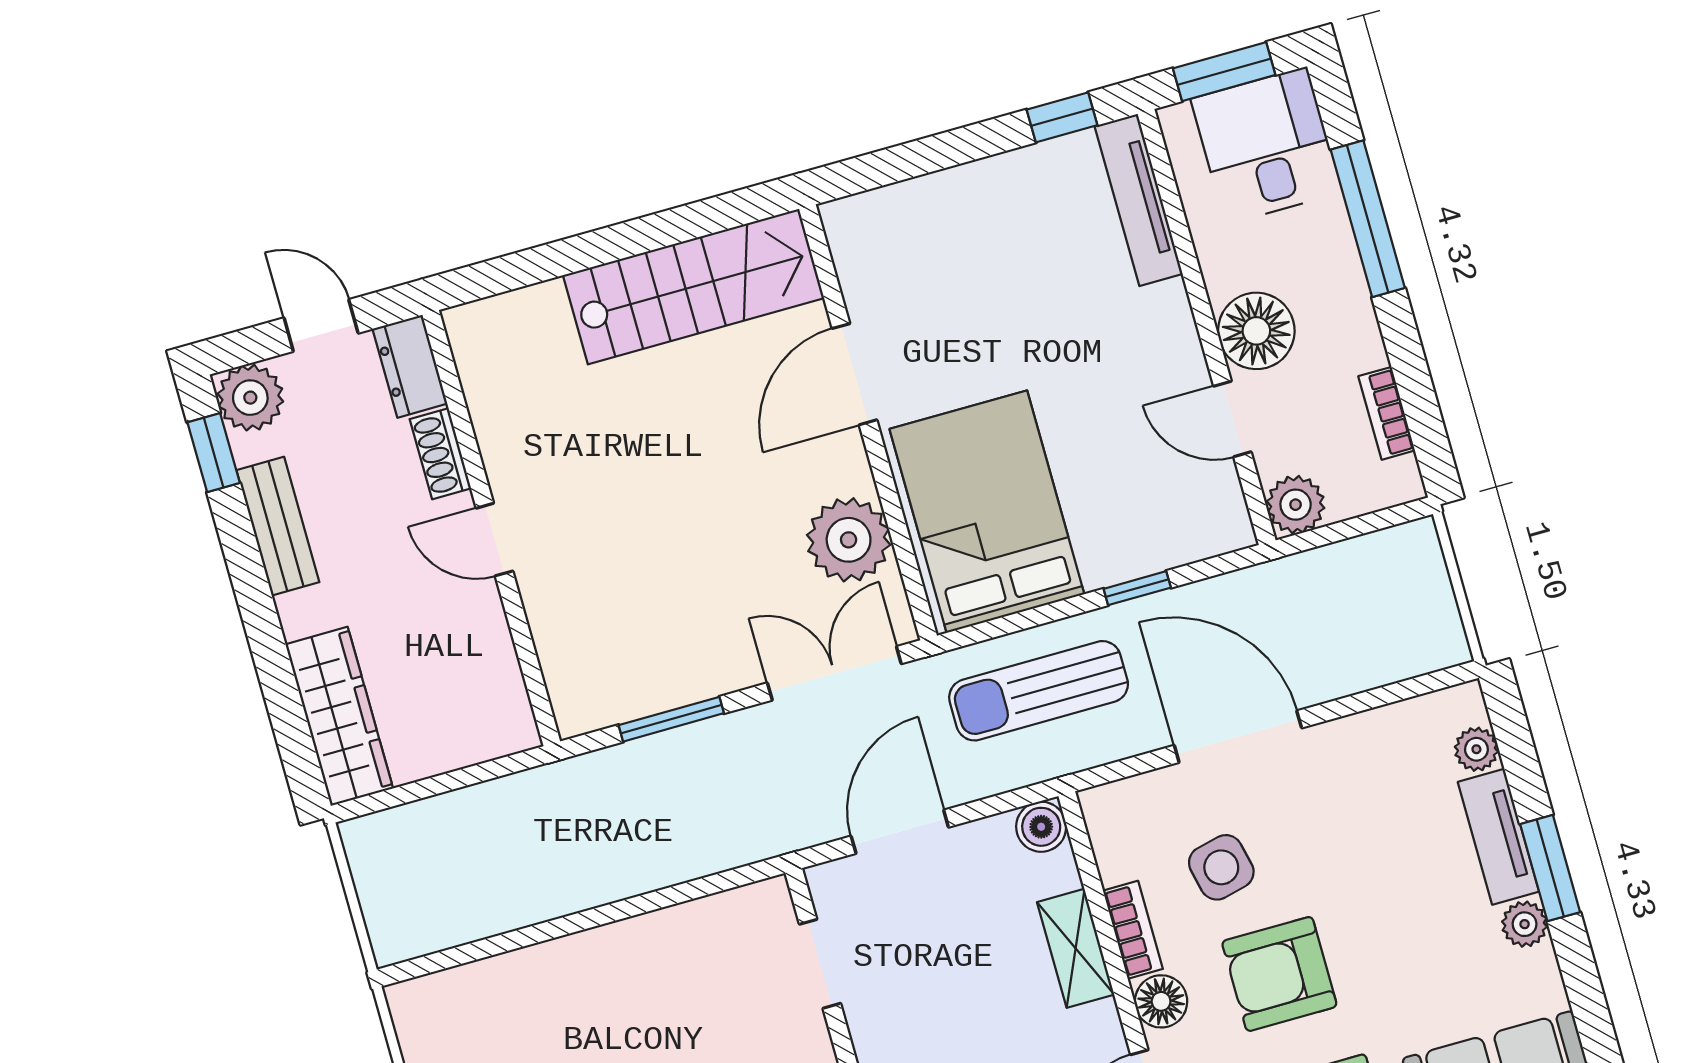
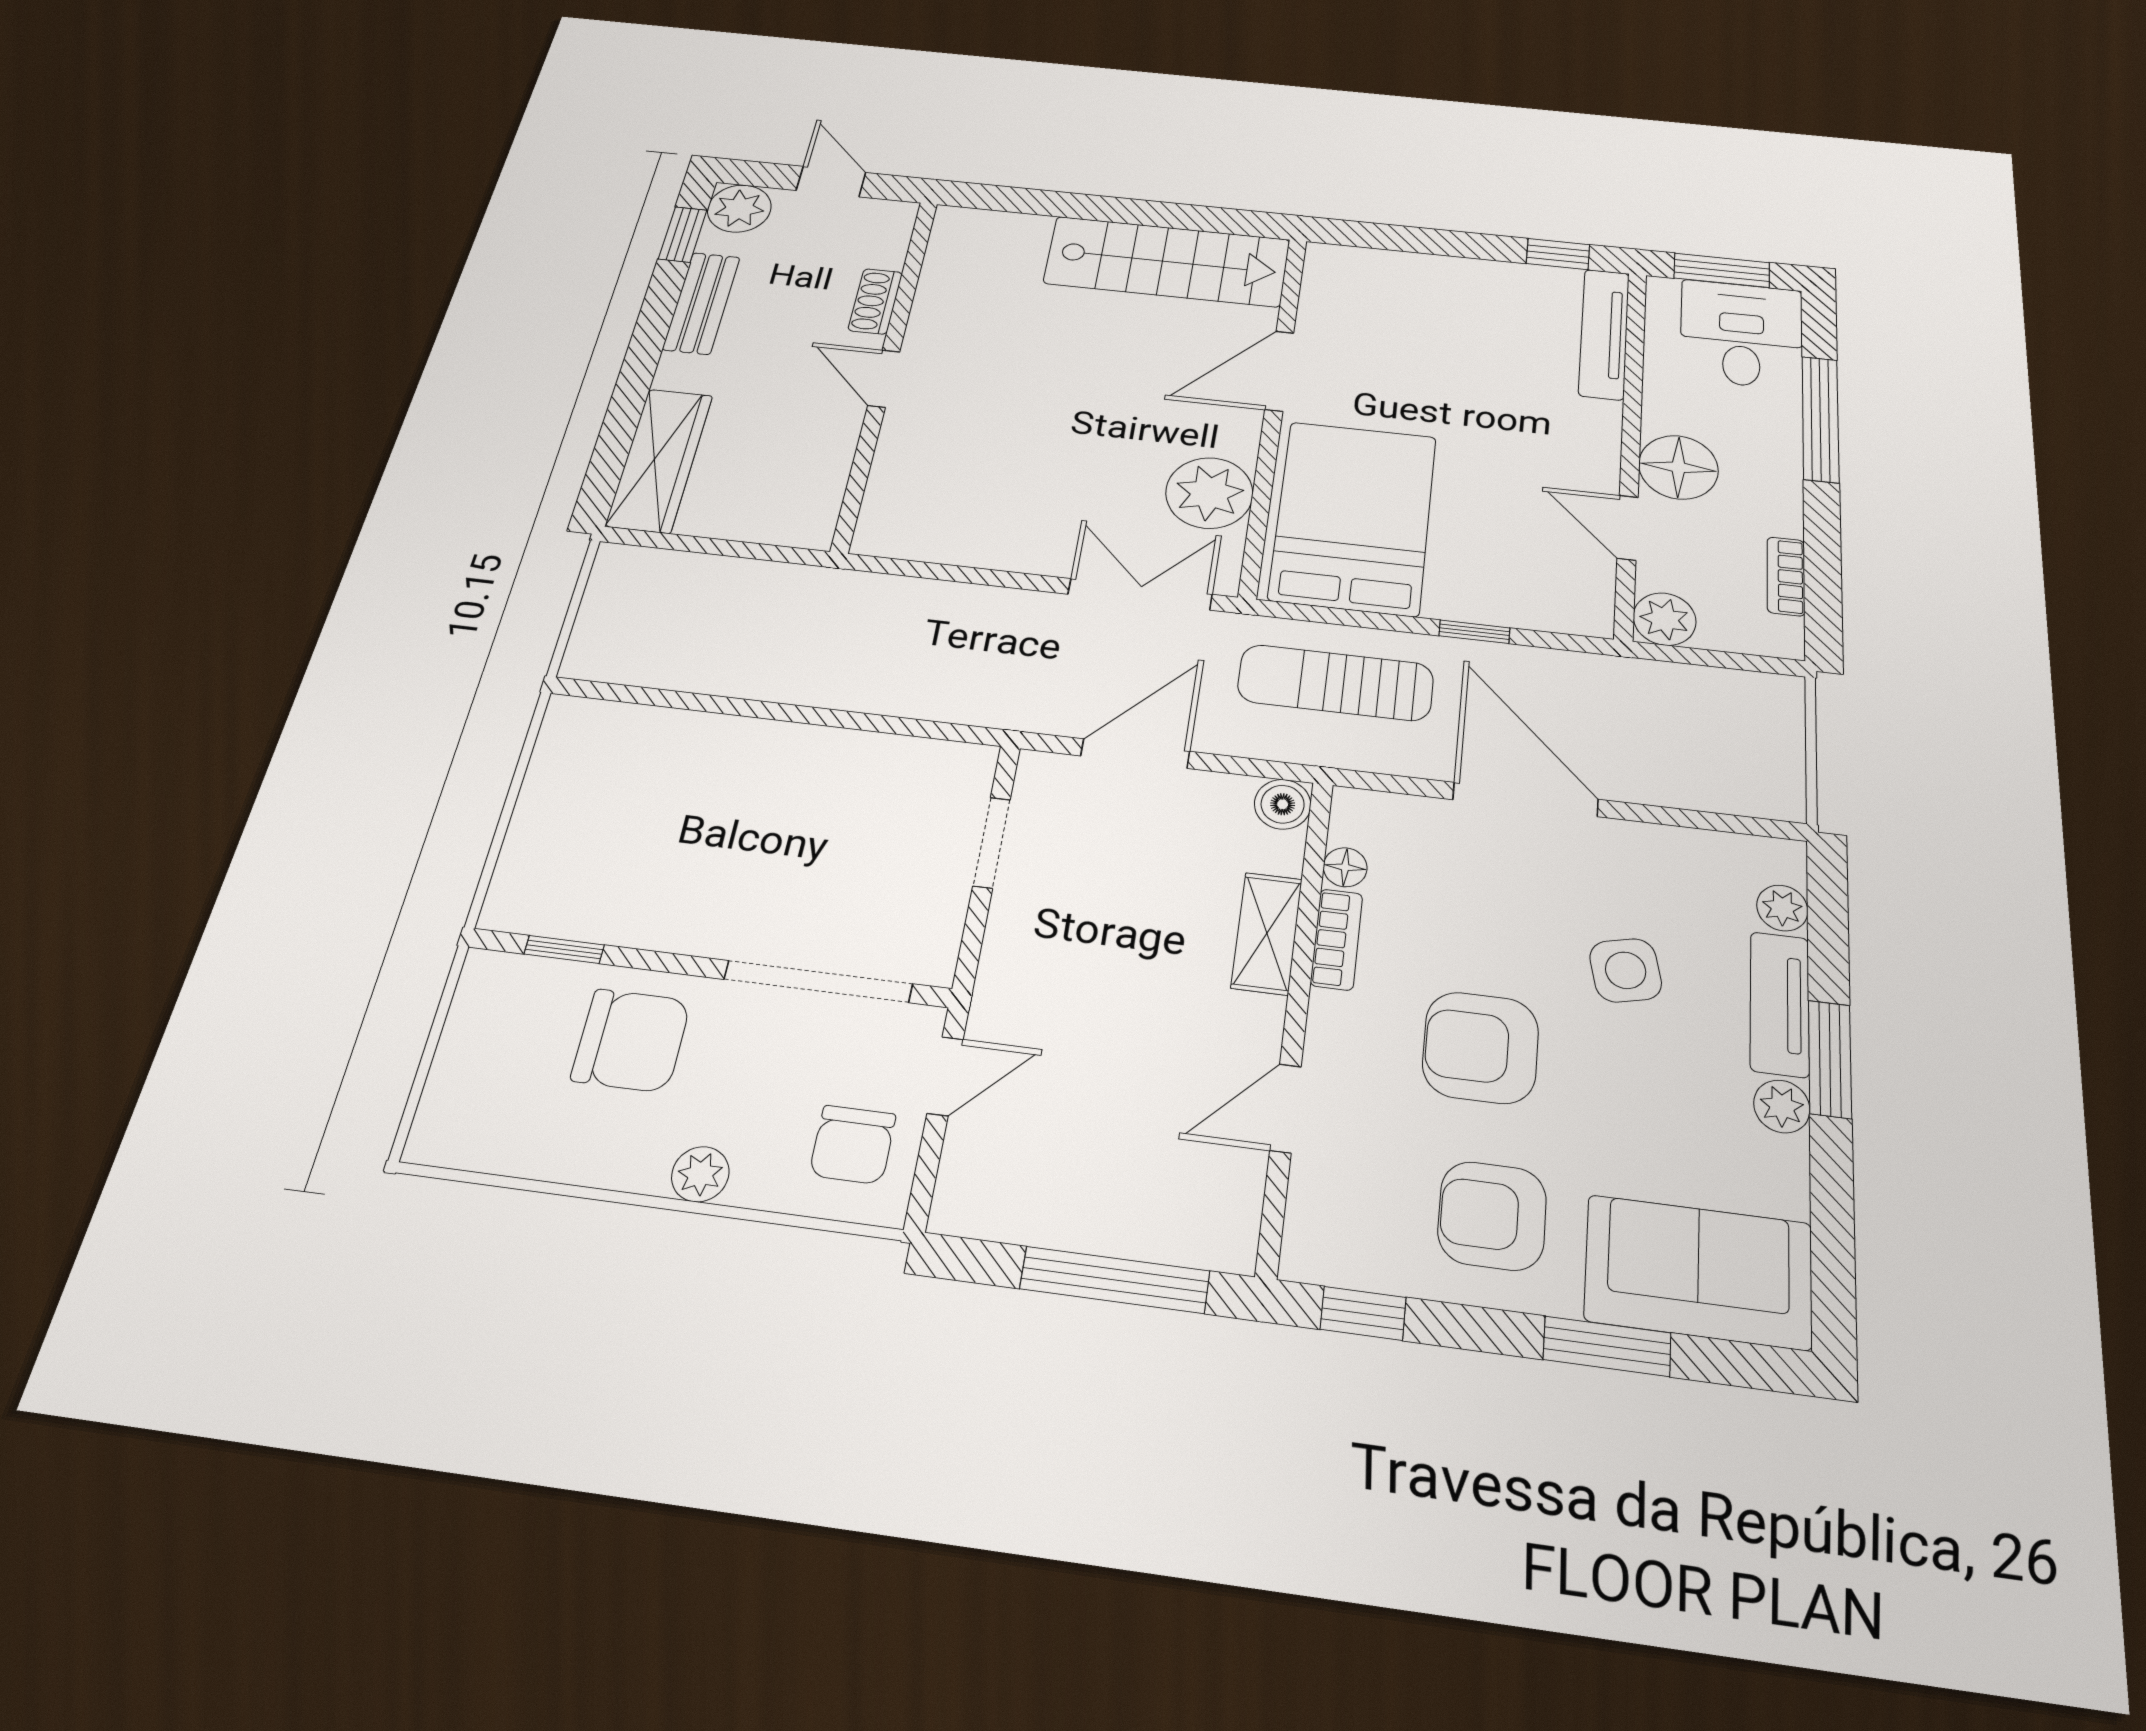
dresser: (410, 366) -> (888, 233), removed
window: (671, 719) -> (963, 574), removed
side table: (1221, 867) -> (1626, 970), moved
floor lamp: (1161, 1001) -> (1345, 867), moved, width x0.73, depth x0.73

